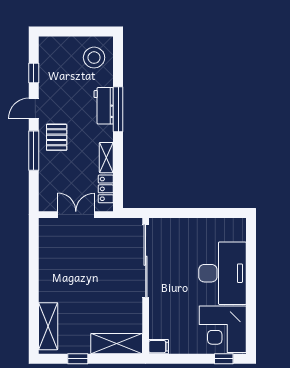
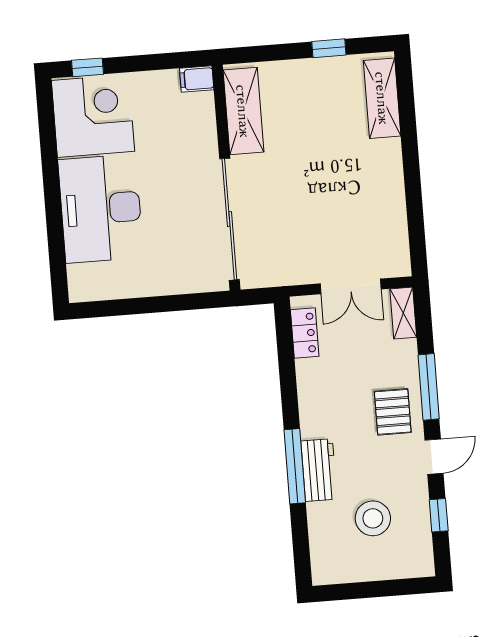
stool: (94, 58) -> (373, 518), moved
shelving: (106, 158) -> (403, 313), moved
shelving: (117, 344) -> (243, 111), moved, turned 90

